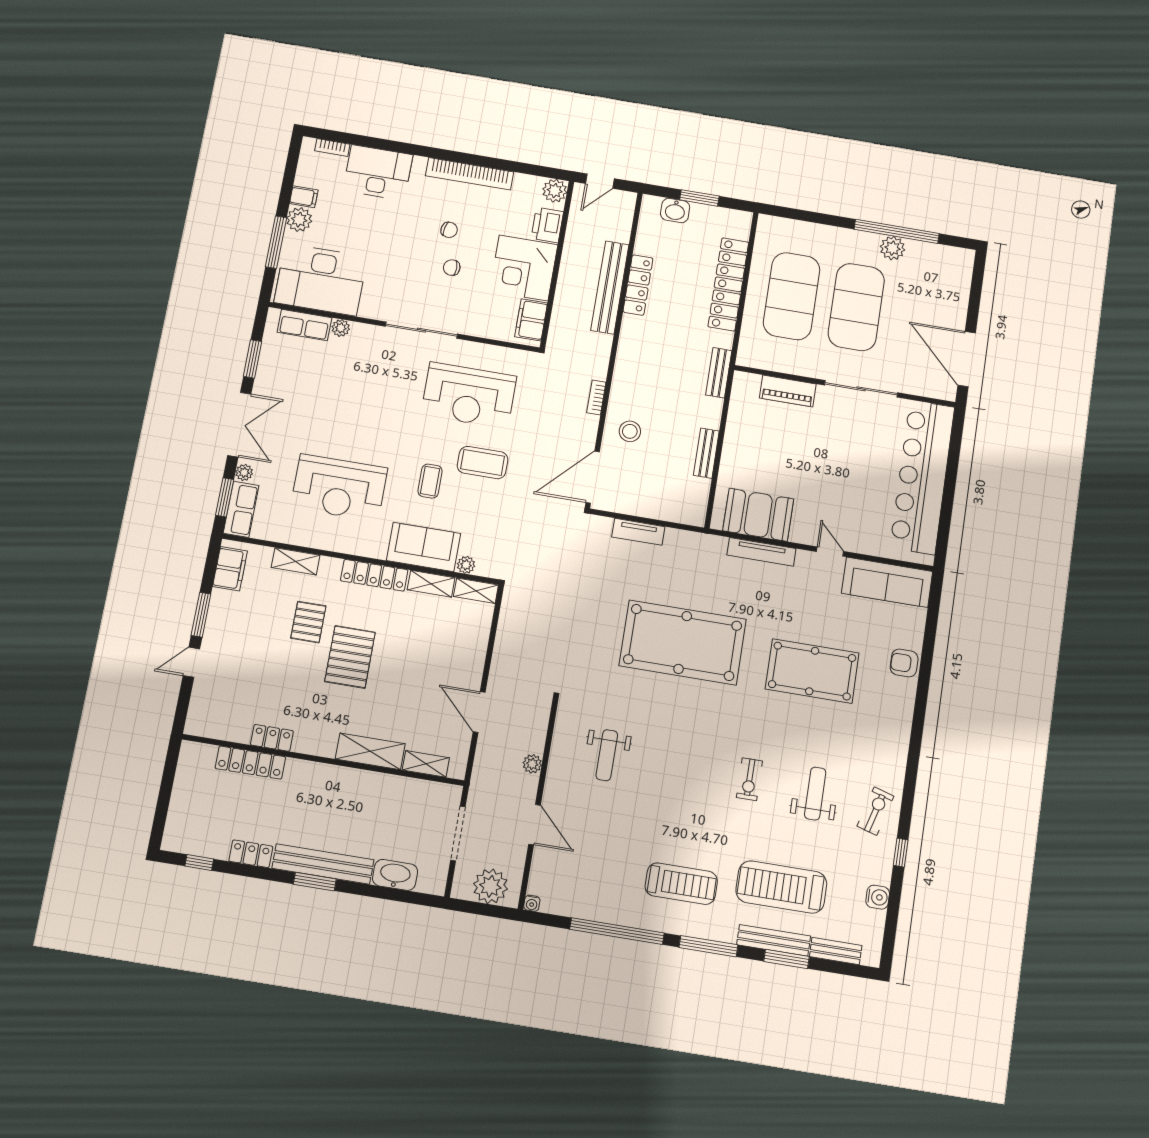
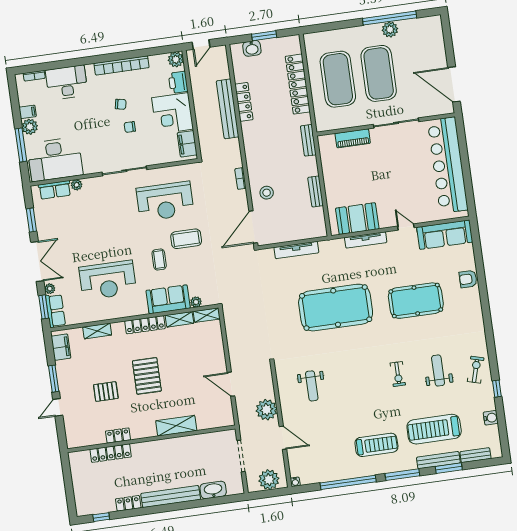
tv unit: (638, 532) -> (296, 250), width x1.41
pallet: (308, 622) -> (106, 392), moved, turned 90
shelving: (426, 764) -> (210, 423), removed
plant: (532, 764) -> (267, 410), width x1.87, depth x1.87
window: (315, 882) -> (169, 507), removed

